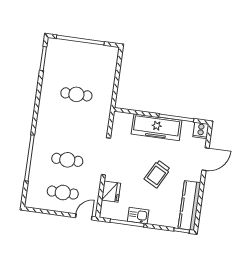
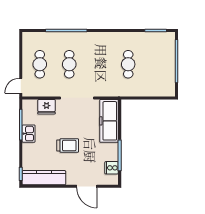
freezer: (157, 127) -> (109, 121), moved
cooker: (201, 130) -> (112, 168), moved
trolley: (157, 174) -> (68, 146), turned 152
door: (84, 217) -> (21, 86), swing flipped

